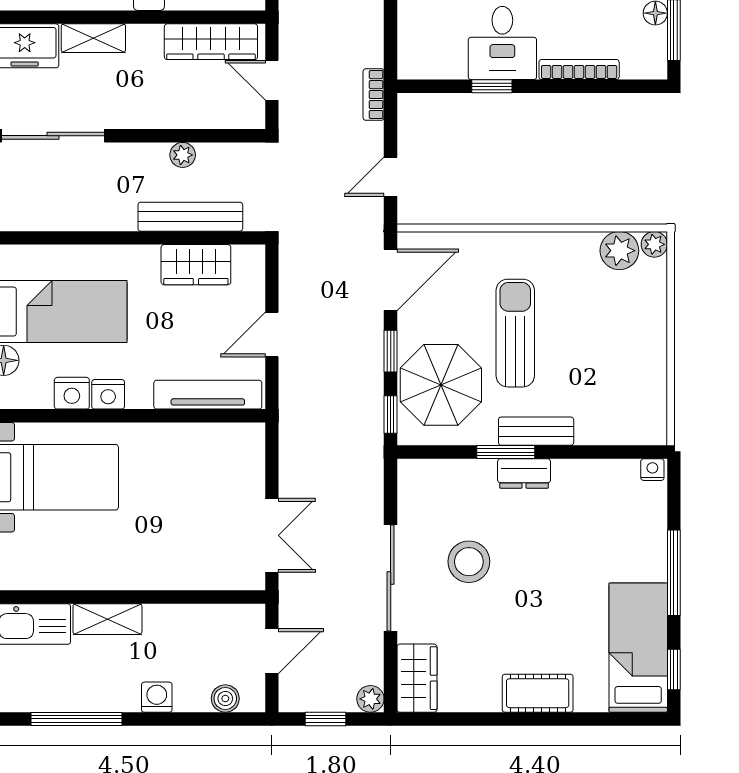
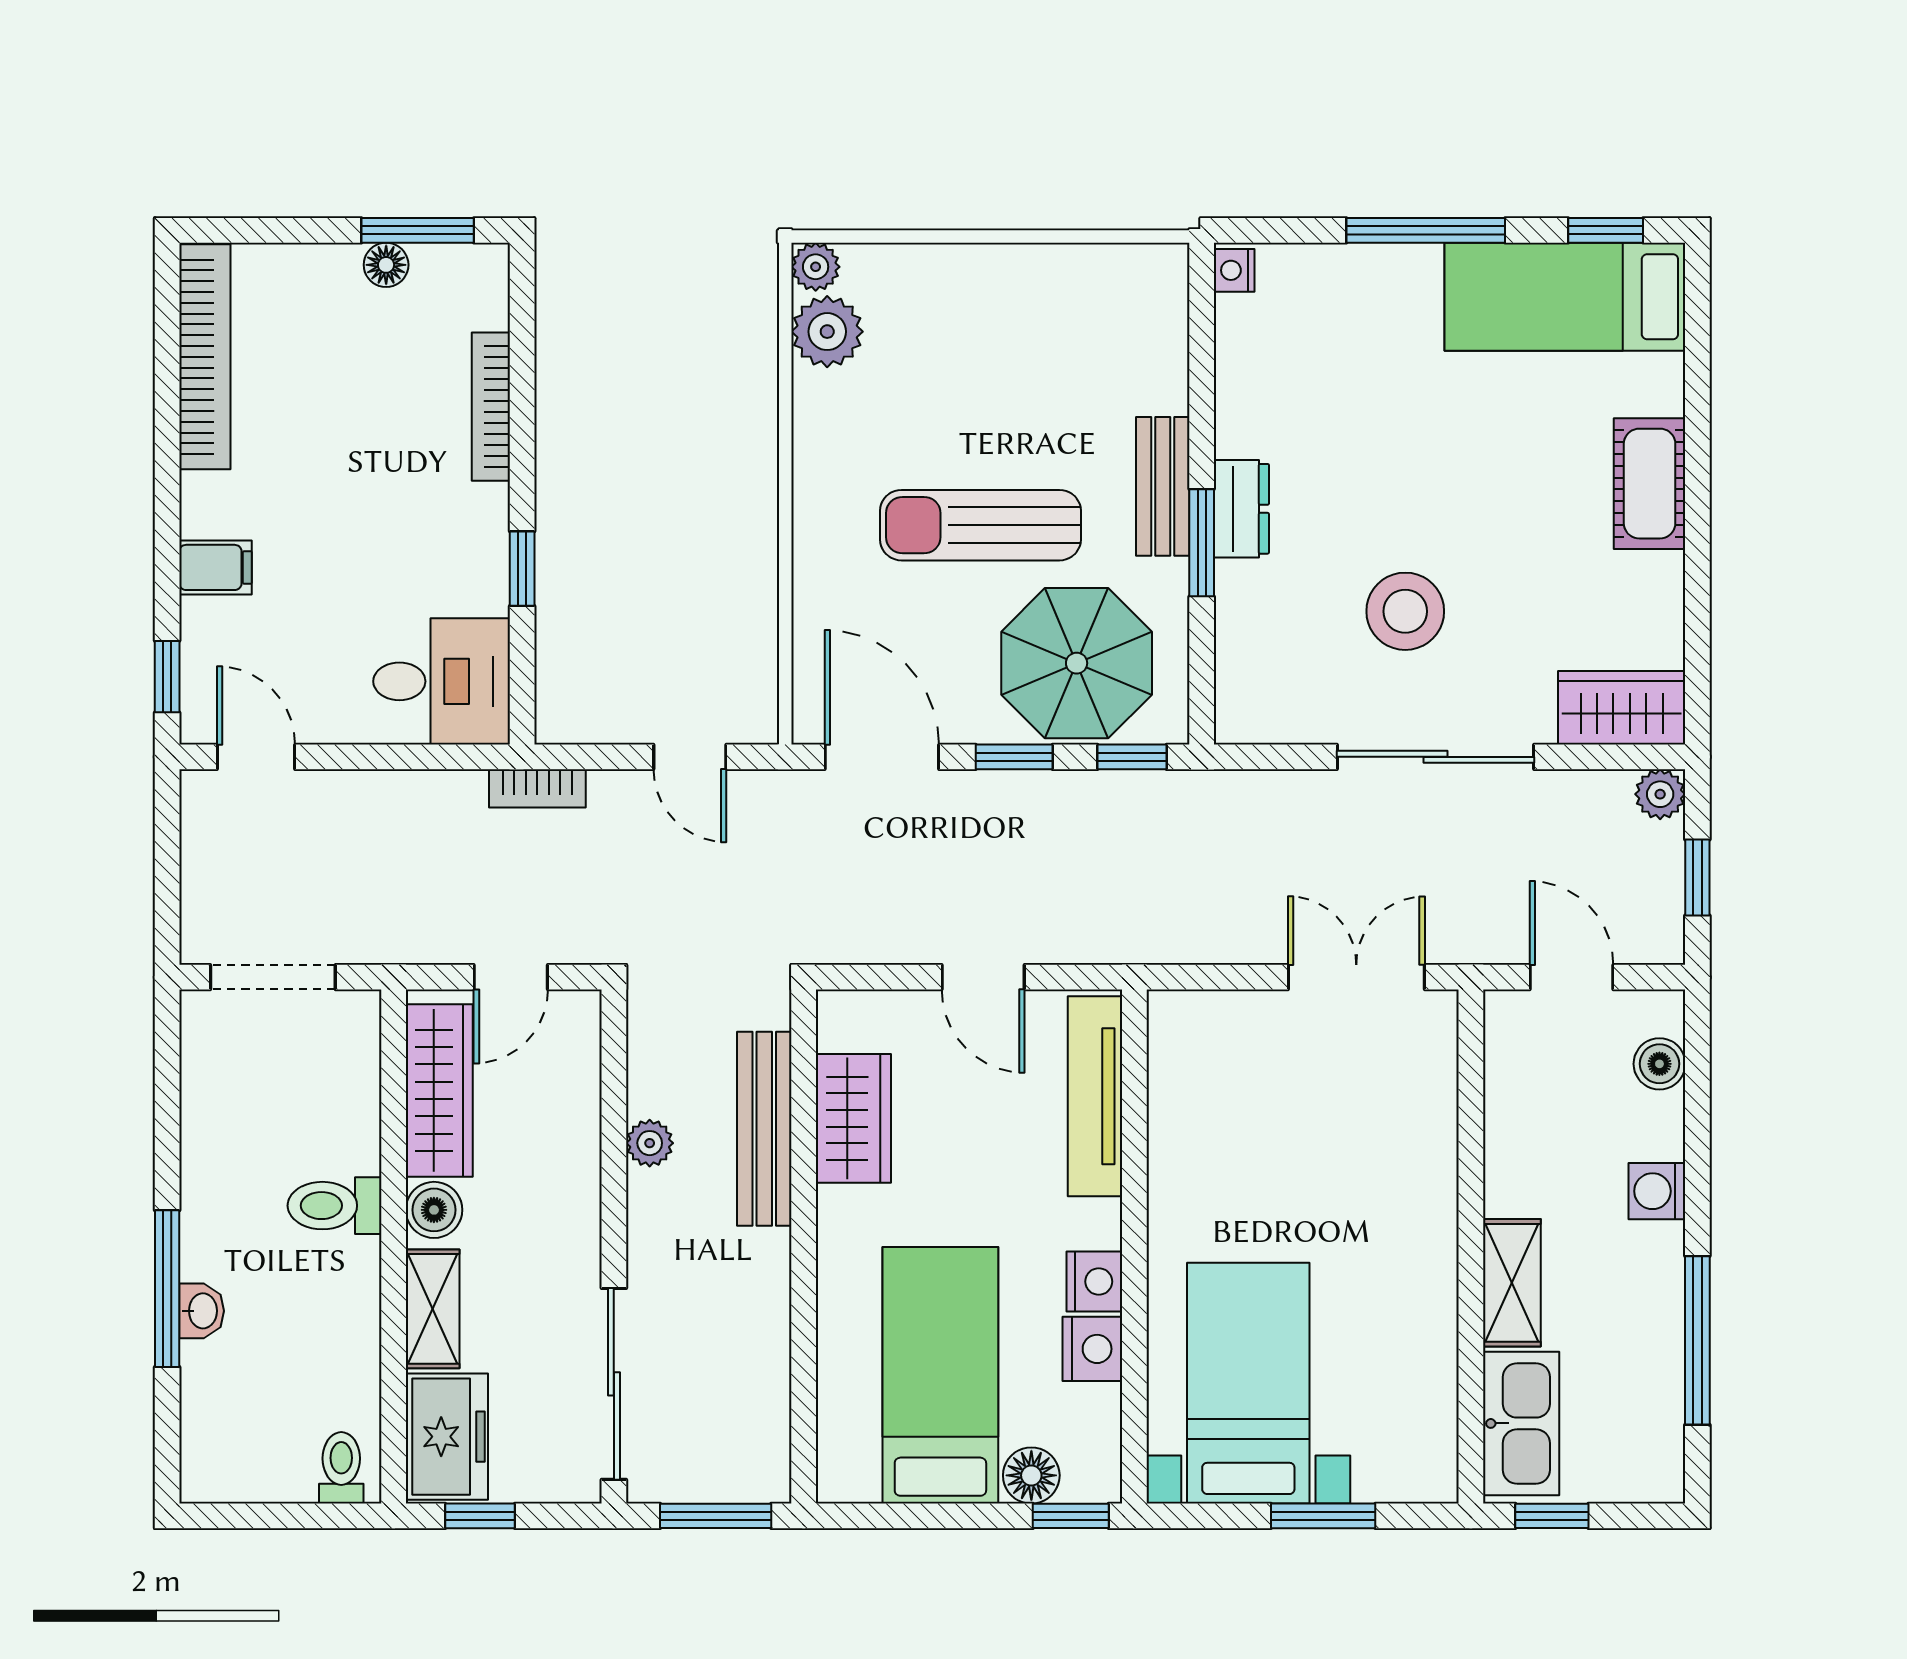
boiler: (147, 39) -> (434, 1210), added
desk: (502, 43) -> (442, 681), moved

